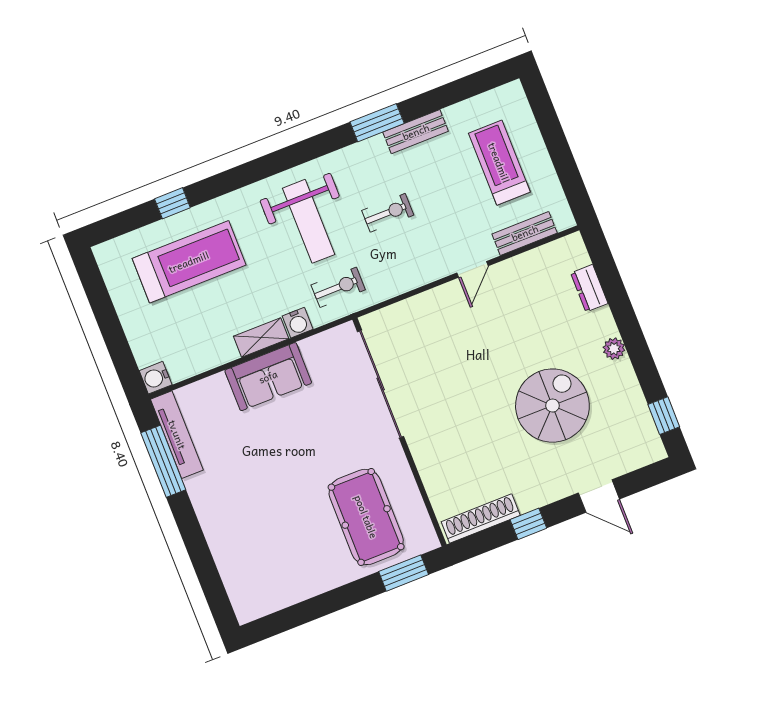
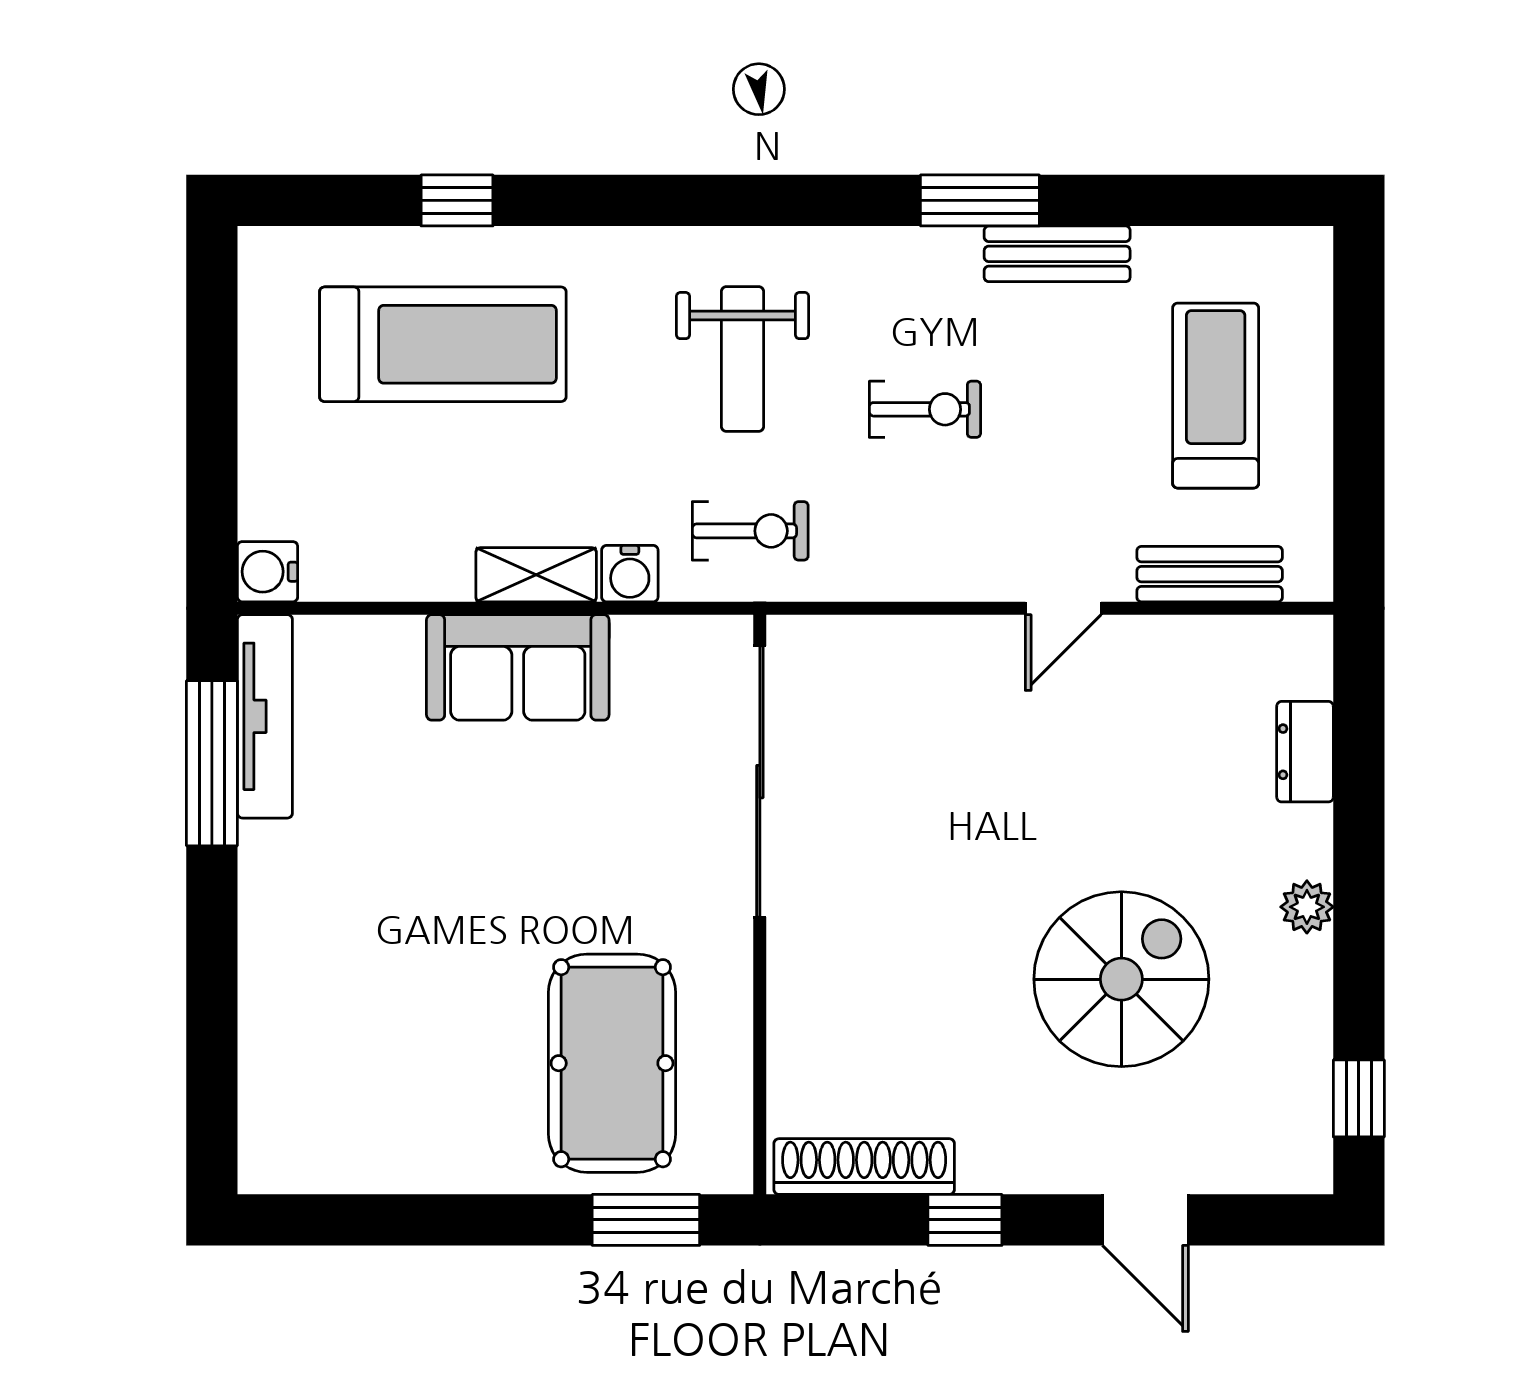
weight bench: (309, 221) -> (743, 359), width x0.73, depth x0.75

